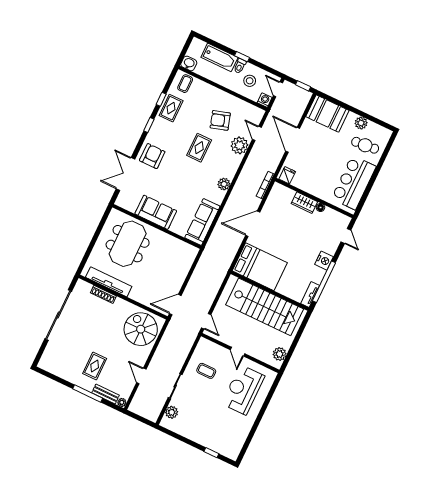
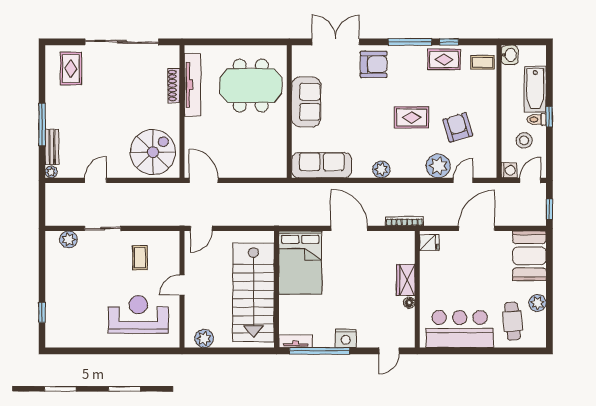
window: (149, 125) -> (410, 42), width x2.17
rug: (95, 366) -> (71, 69), moved, turned 90

